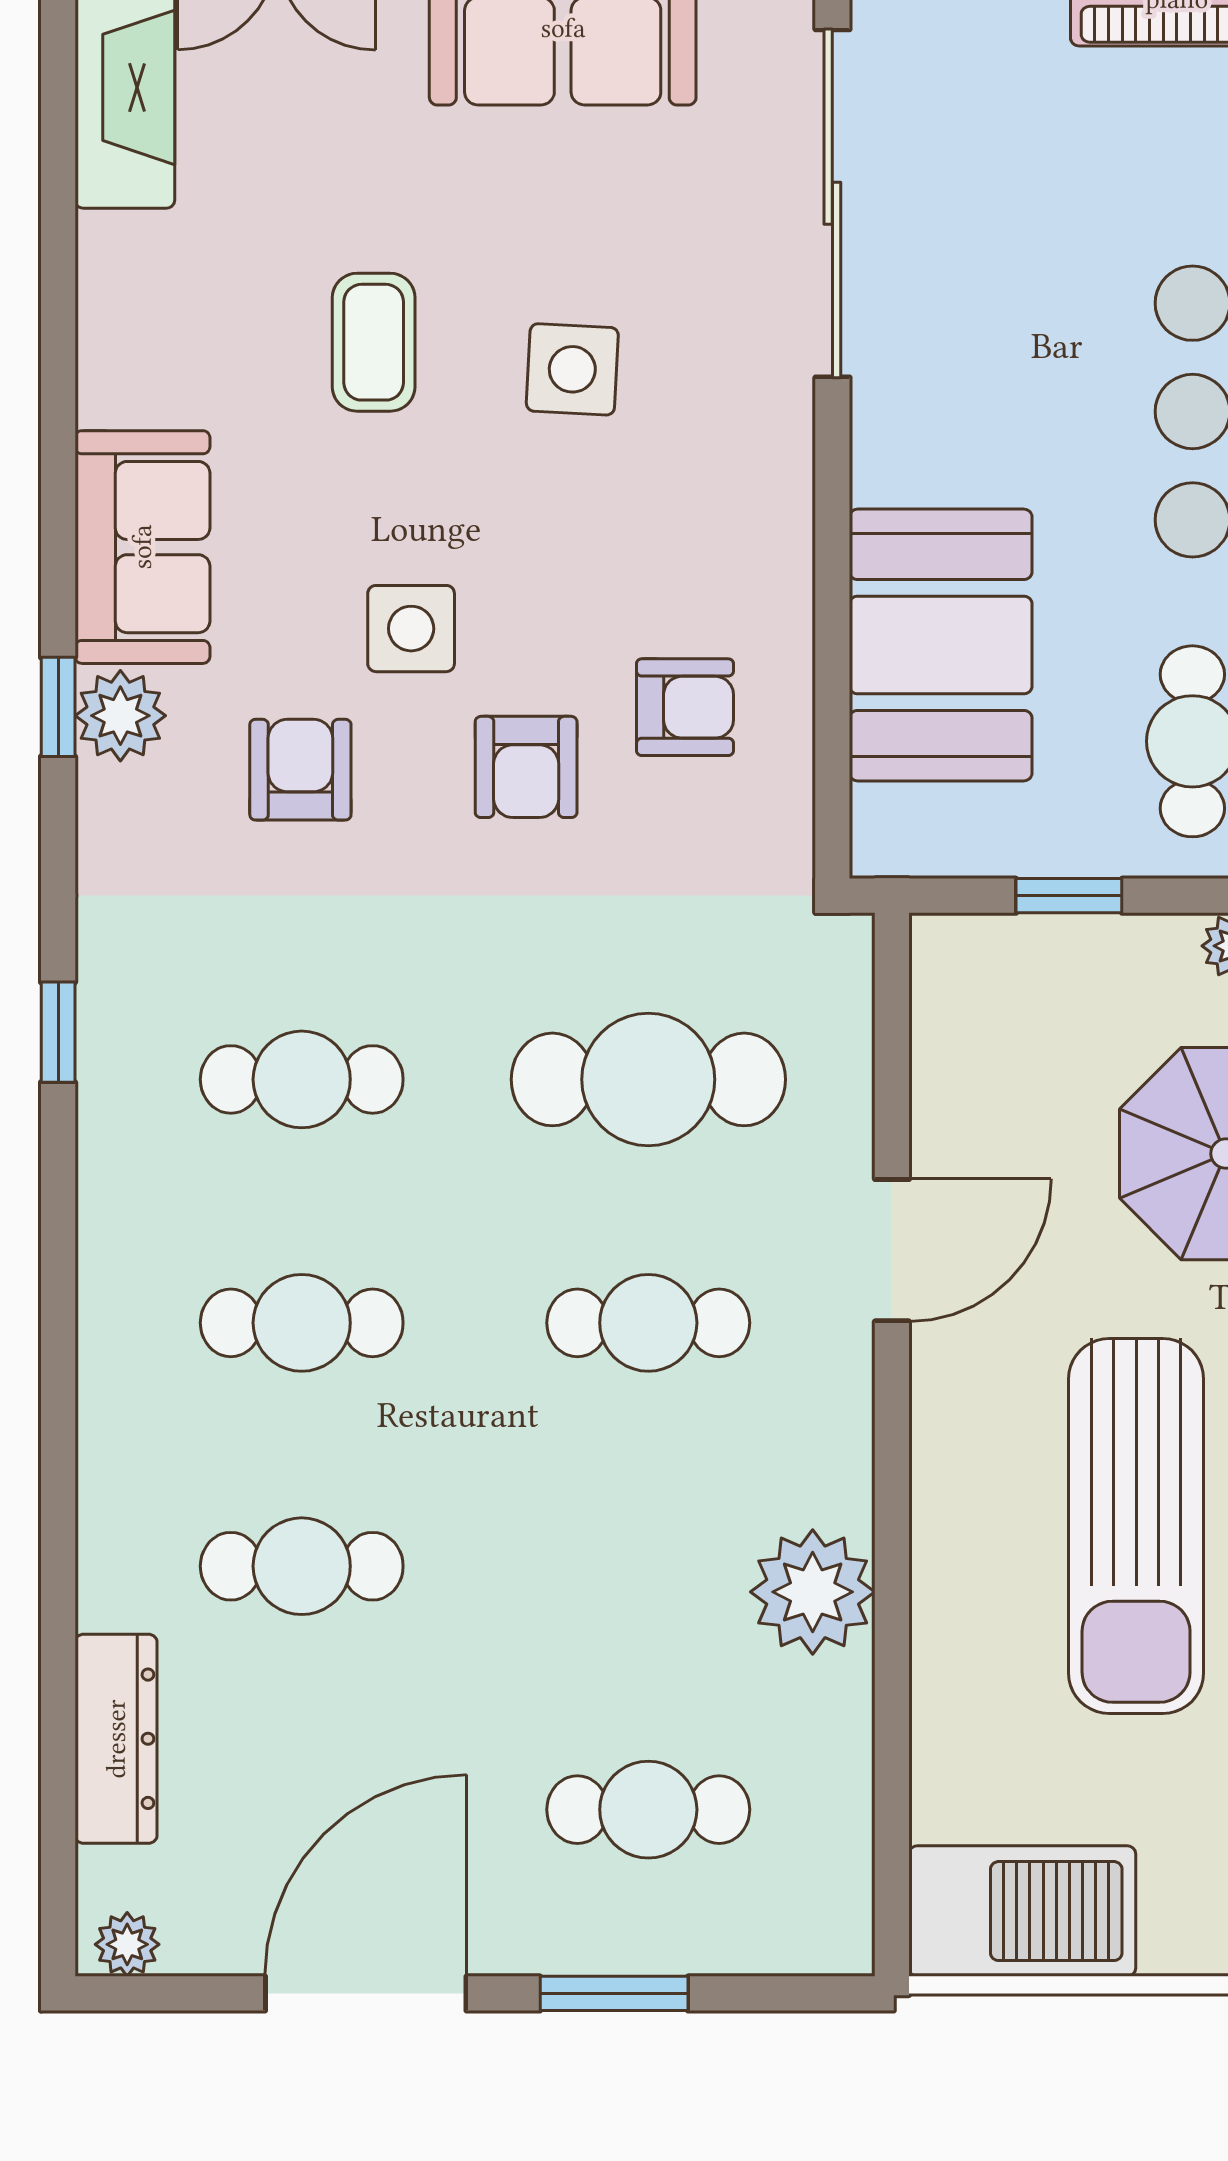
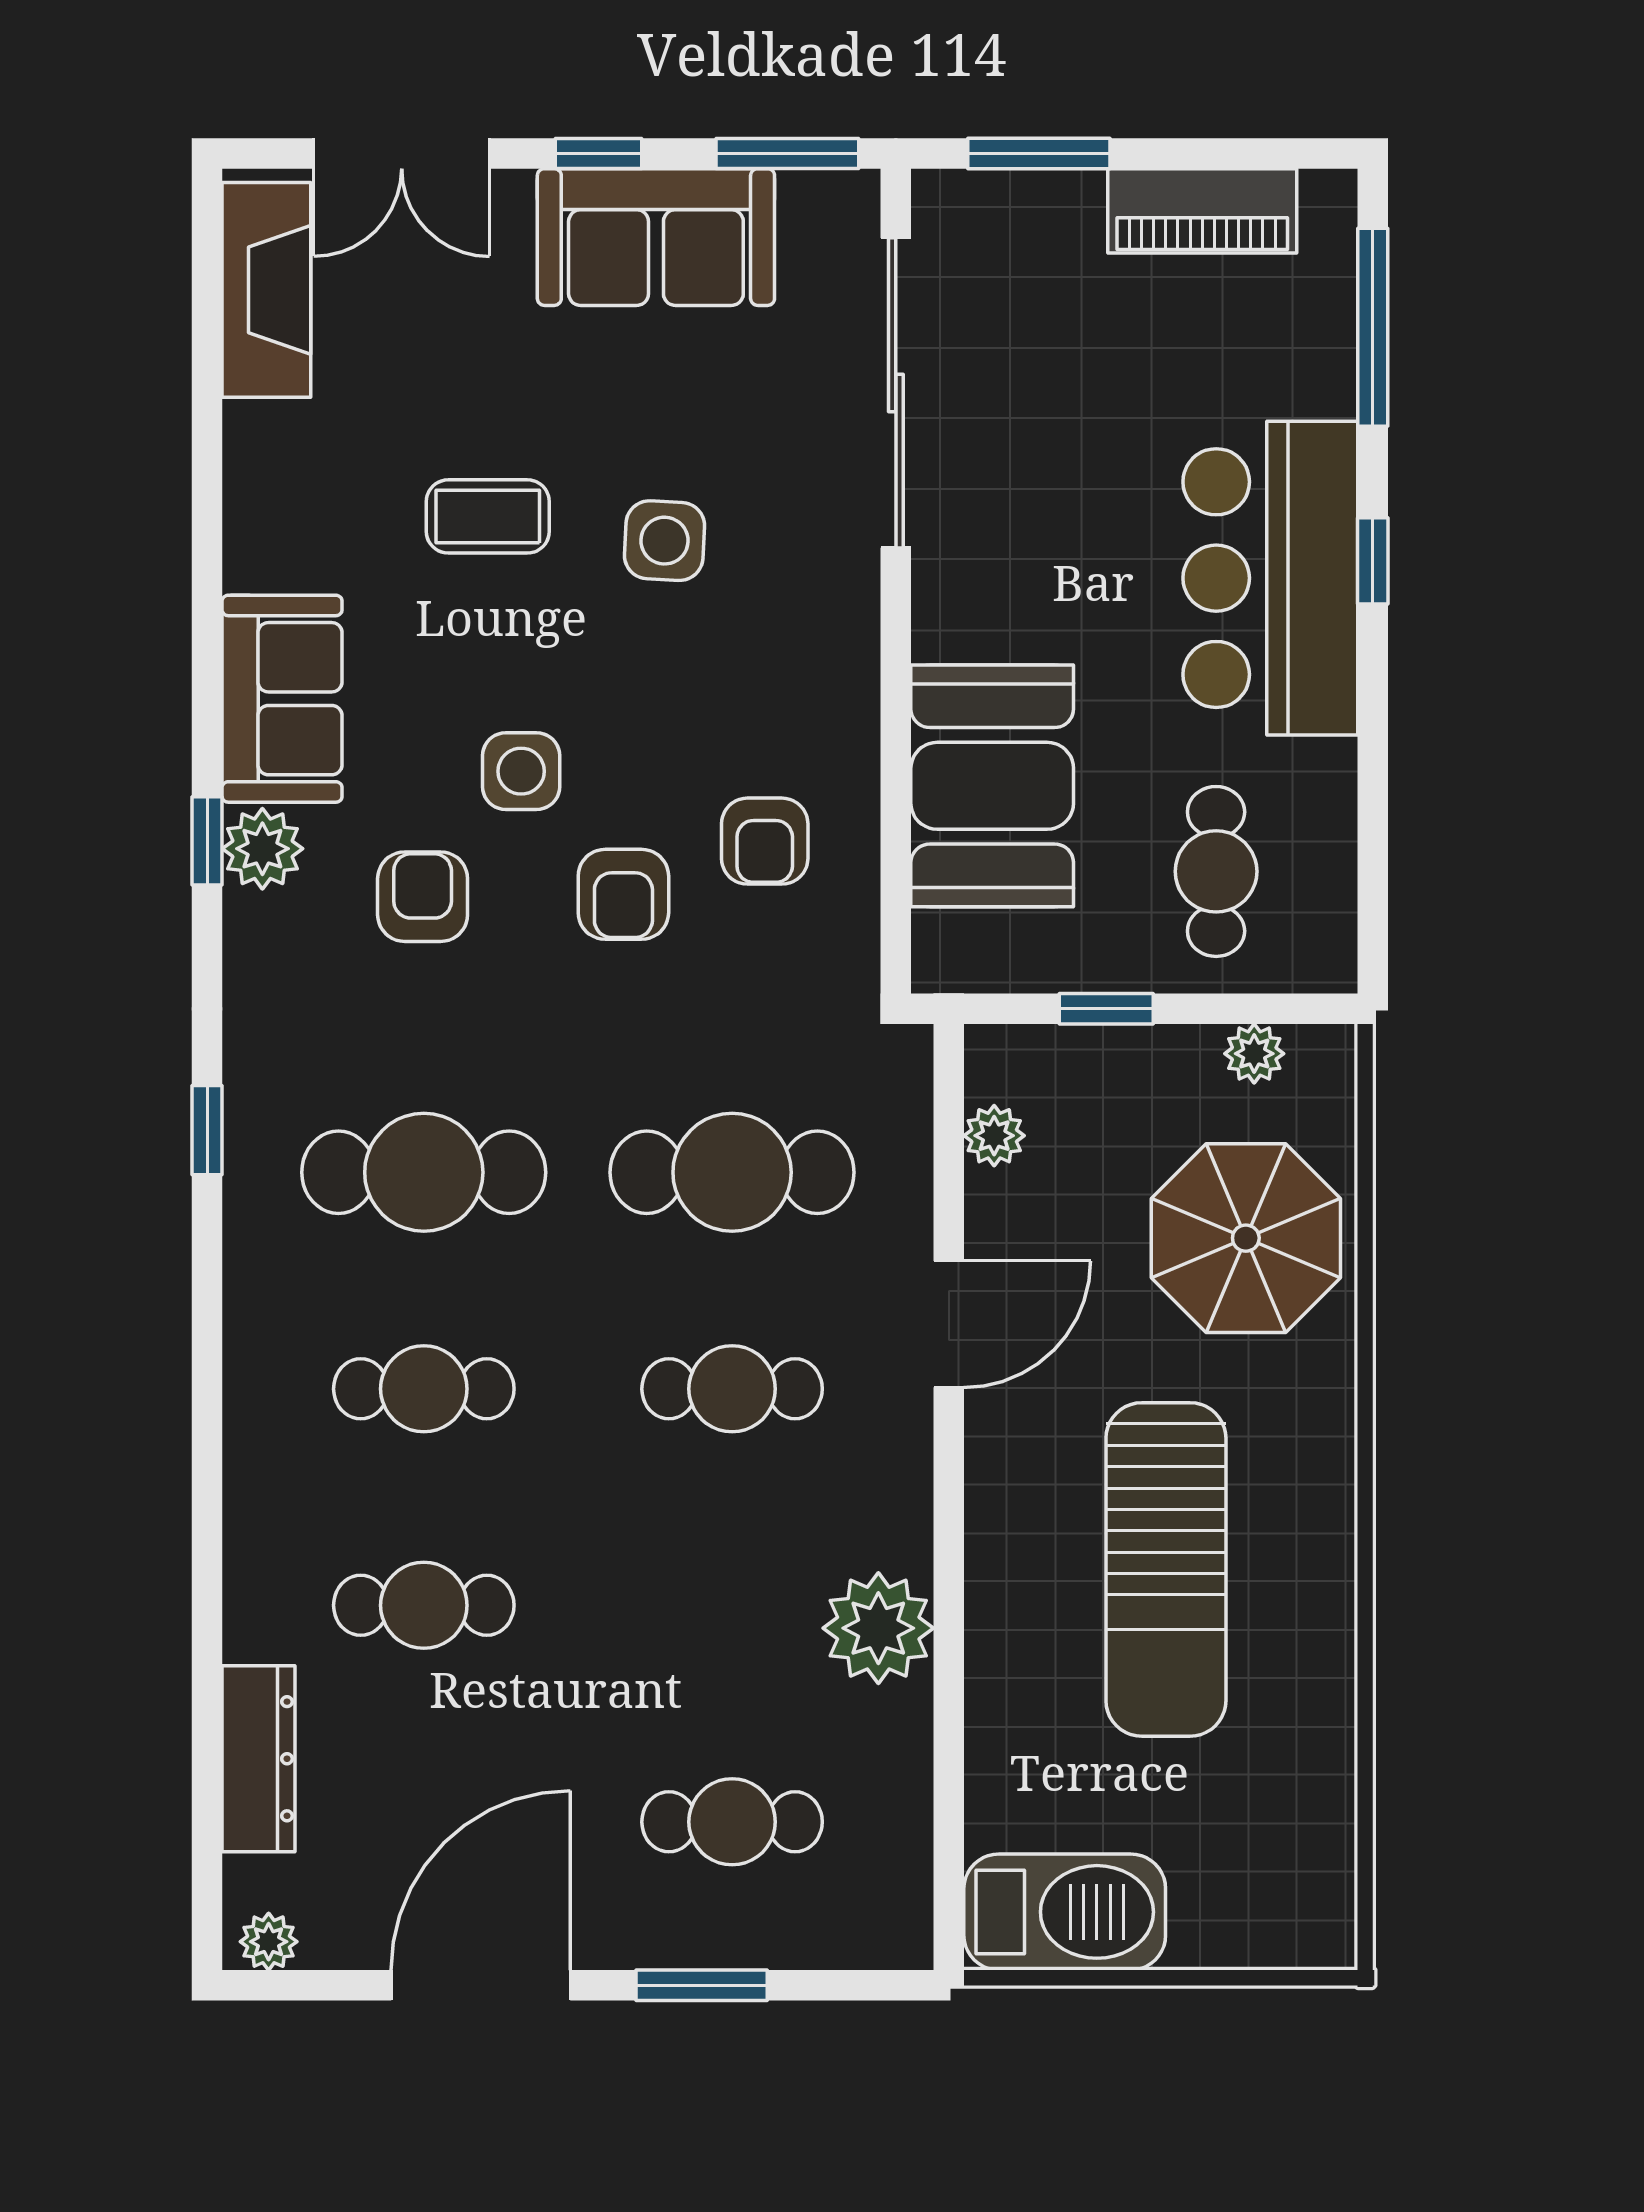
coffee table: (374, 342) -> (488, 516), turned 90
armchair: (685, 707) -> (765, 841), turned 90
plant: (943, 1038) -> (994, 1136), added
cafe table: (302, 1079) -> (424, 1172), width x1.37, depth x1.35

